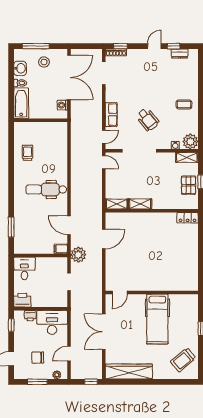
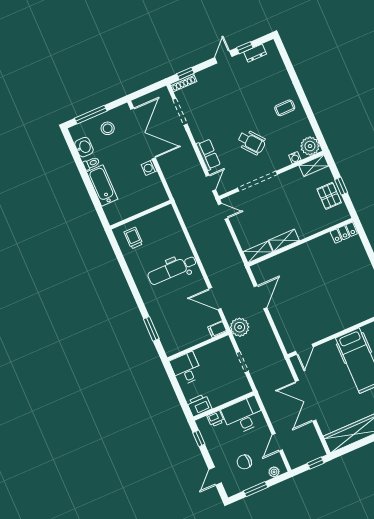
wall: (41, 120) -> (141, 215), moved

